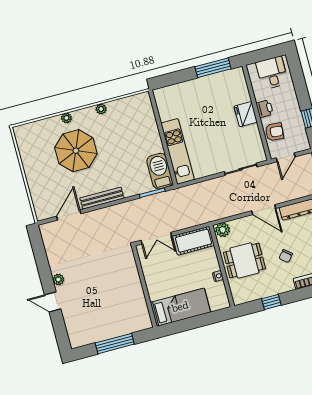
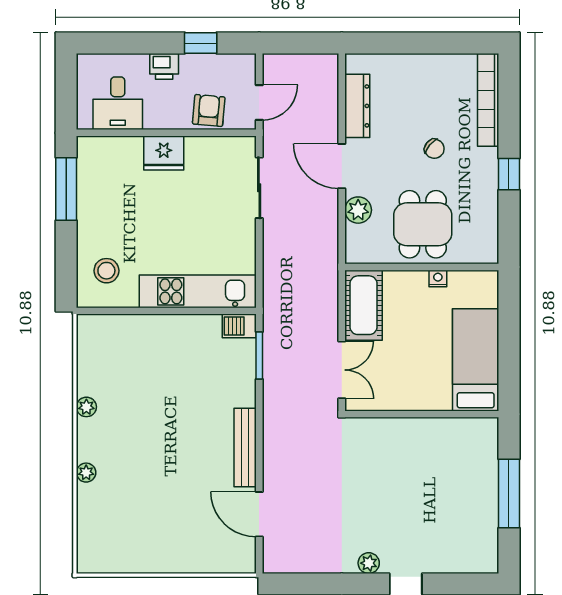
desk: (272, 73) -> (118, 103), moved, turned -90
stool: (176, 100) -> (106, 271), added
printer: (265, 109) -> (164, 66), moved, turned 180
parasol: (76, 151) -> (149, 471), removed
door: (286, 157) -> (259, 102), hinge flipped
barbecue: (160, 171) -> (239, 326), width x0.53, depth x0.65
door: (264, 210) -> (342, 166), swing flipped
plant: (223, 230) -> (358, 210), moved
window: (271, 302) -> (509, 174), moved

